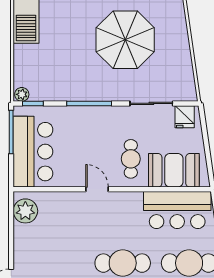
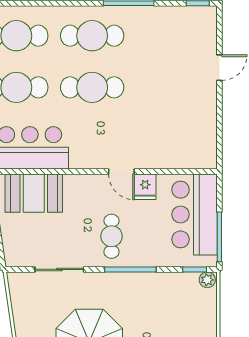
fridge: (185, 117) -> (145, 187), moved, turned 180
cafe table: (131, 159) -> (112, 236), moved
plant: (25, 211) -> (203, 147), removed

